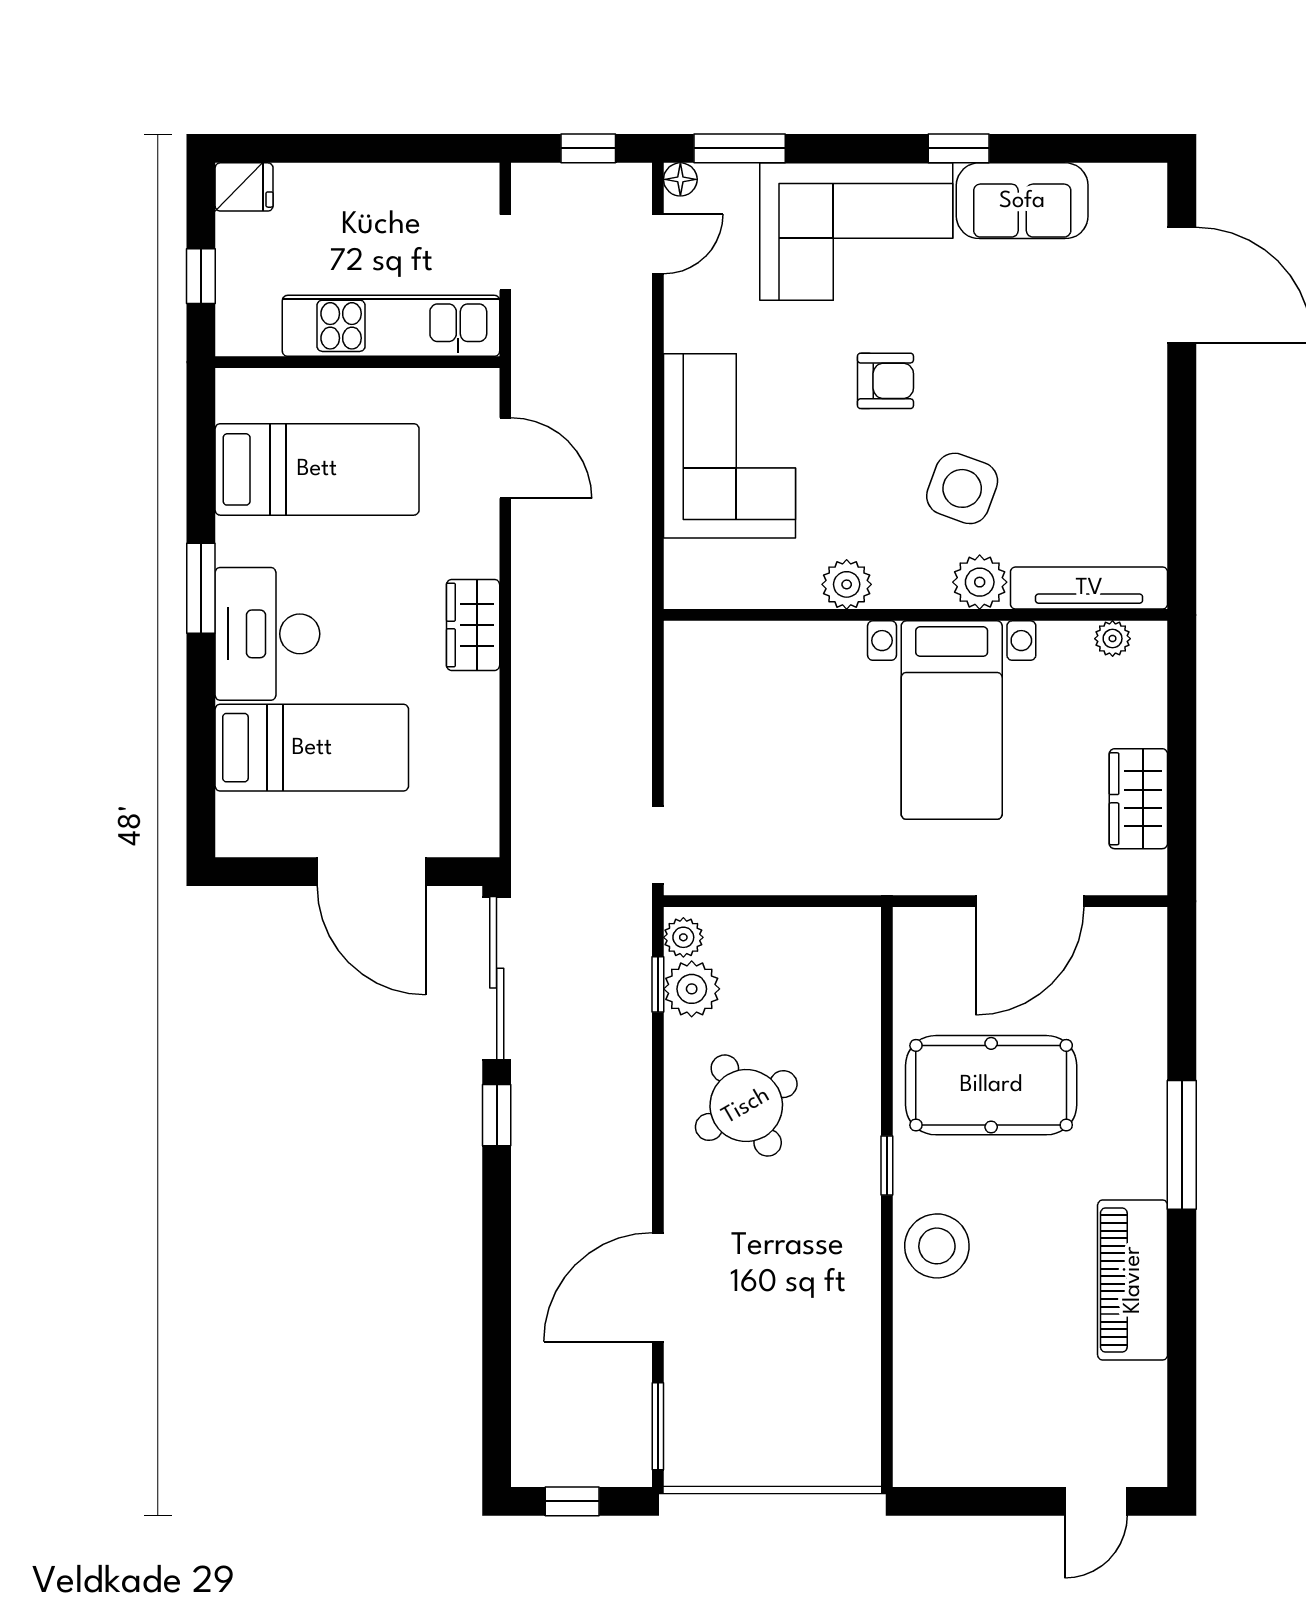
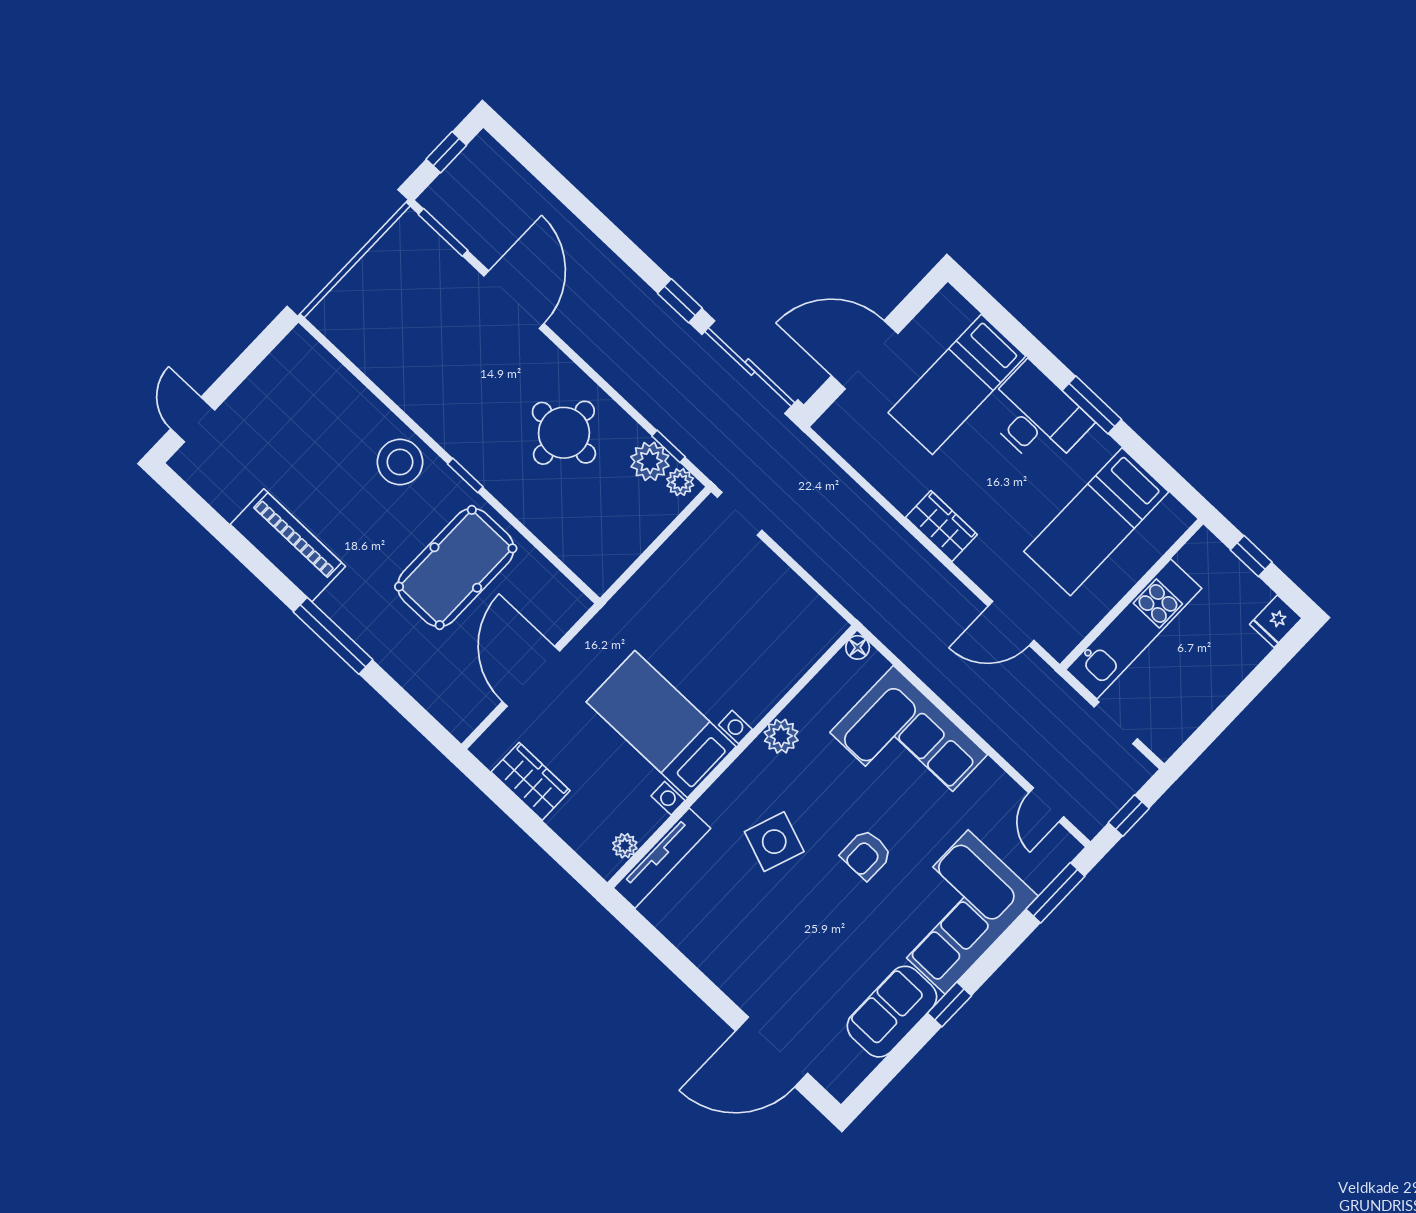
floor lamp: (680, 179) -> (858, 647), moved
plant: (980, 582) -> (718, 805), removed
round table: (746, 1106) -> (564, 433), turned 30

